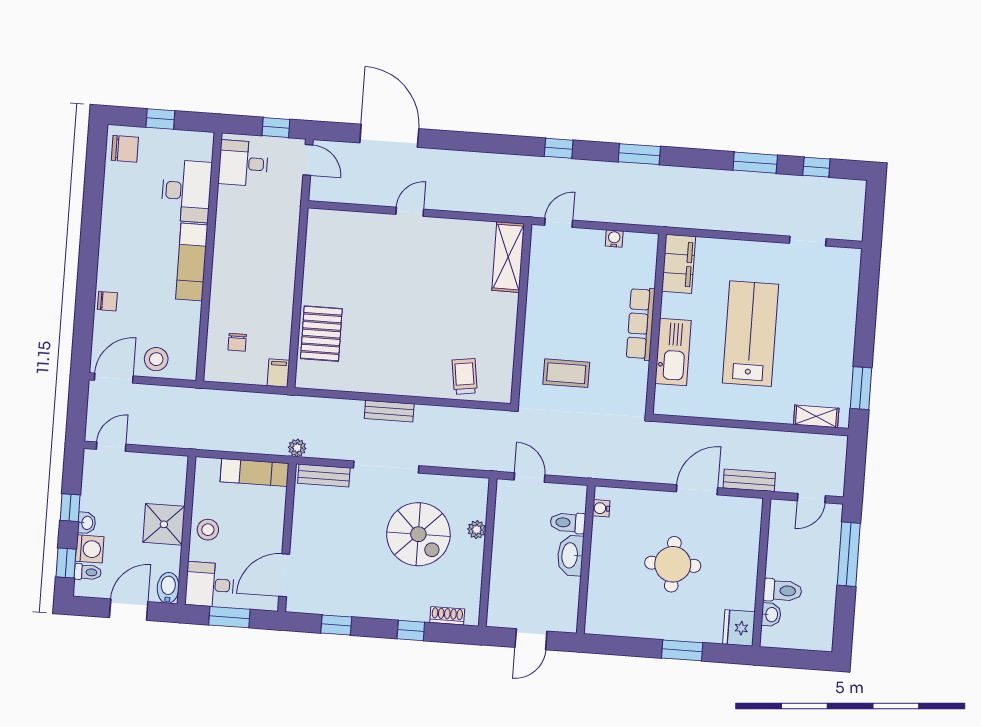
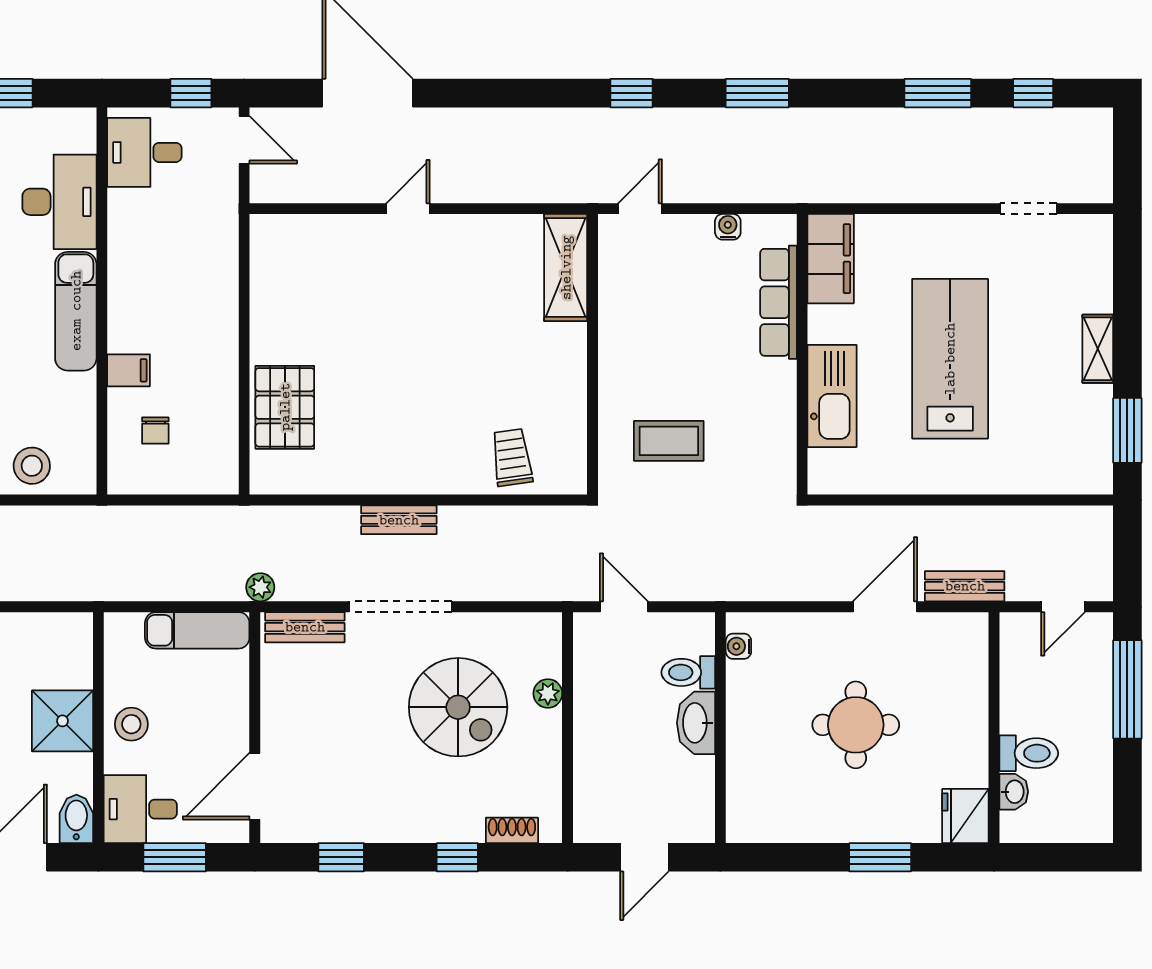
row of seats: (641, 324) -> (779, 302), moved
filing cabinet: (278, 373) -> (129, 370), moved, turned 90
shelving: (816, 416) -> (1098, 349), moved, turned 90

